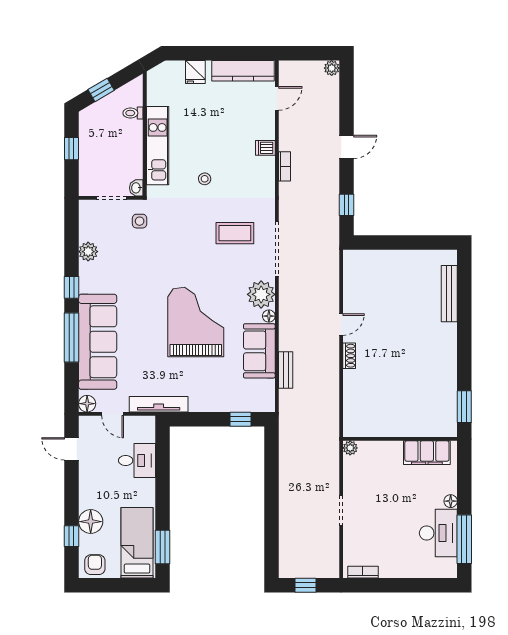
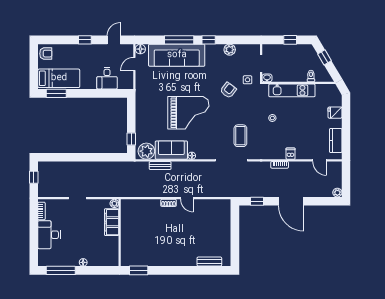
kitchen counter: (243, 71) -> (336, 141), width x0.67
door: (346, 147) -> (291, 201), width x1.88
armchair: (157, 254) -> (228, 90), added
plant: (261, 294) -> (146, 151), moved
bench: (449, 294) -> (209, 262), width x0.73
tv unit: (159, 404) -> (140, 91), removed
filing cabinet: (427, 453) -> (112, 222), moved
floor lamp: (91, 522) -> (71, 51), removed
desk: (438, 533) -> (49, 235), moved, turned 90
window: (72, 536) -> (85, 40), moved

